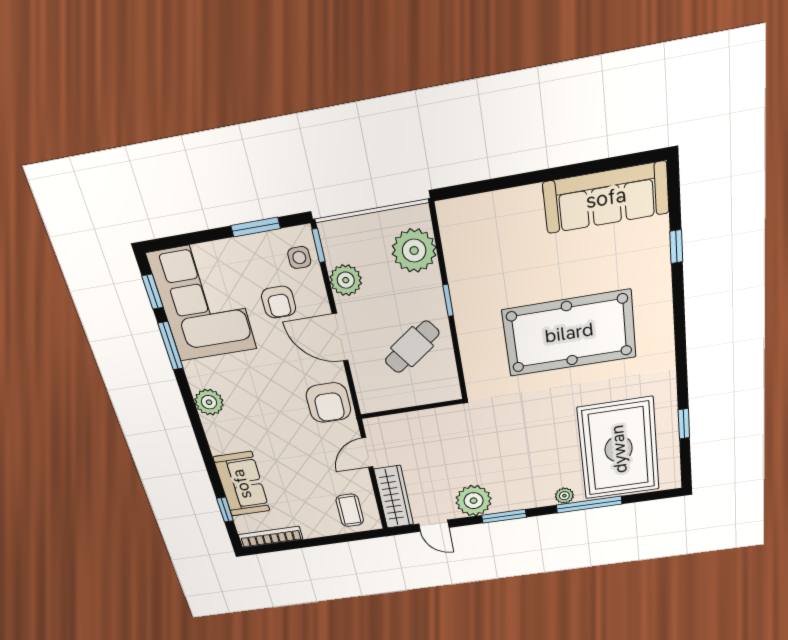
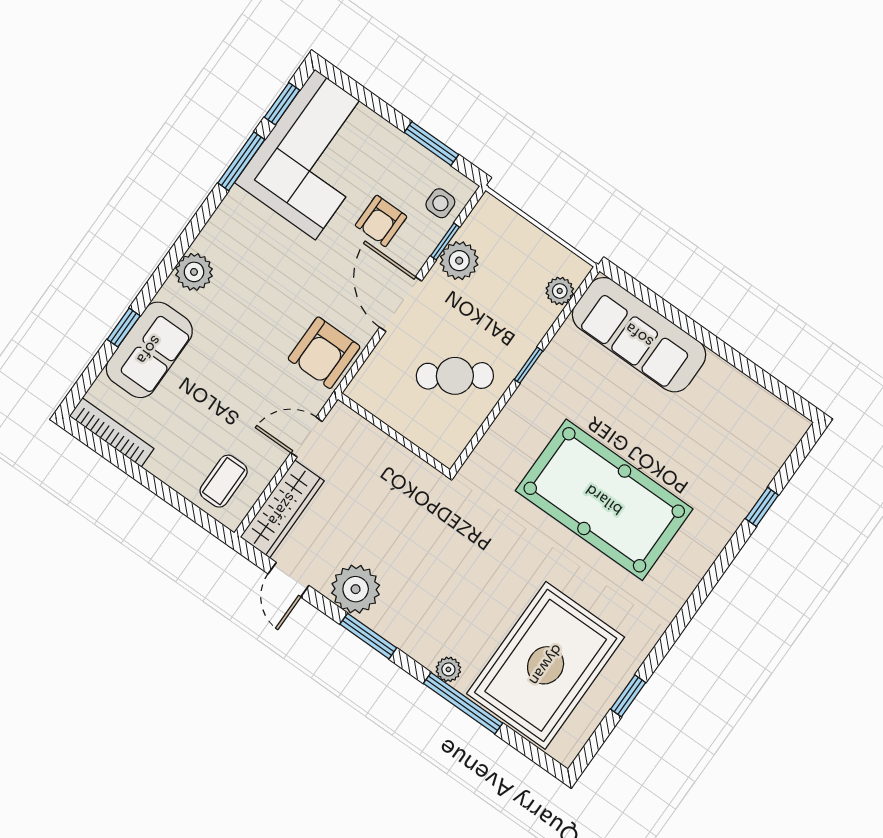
sofa: (606, 198) -> (639, 335), moved
window: (319, 245) -> (445, 241), moved
plant: (414, 251) -> (560, 291), width x0.53, depth x0.53
plant: (209, 402) -> (194, 272), moved
window: (225, 510) -> (124, 328), moved

